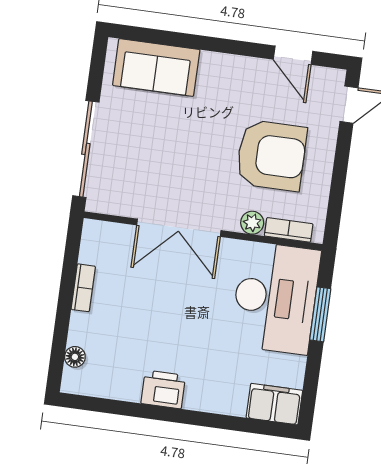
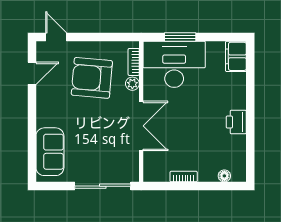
armchair: (271, 155) -> (92, 78), turned -85

